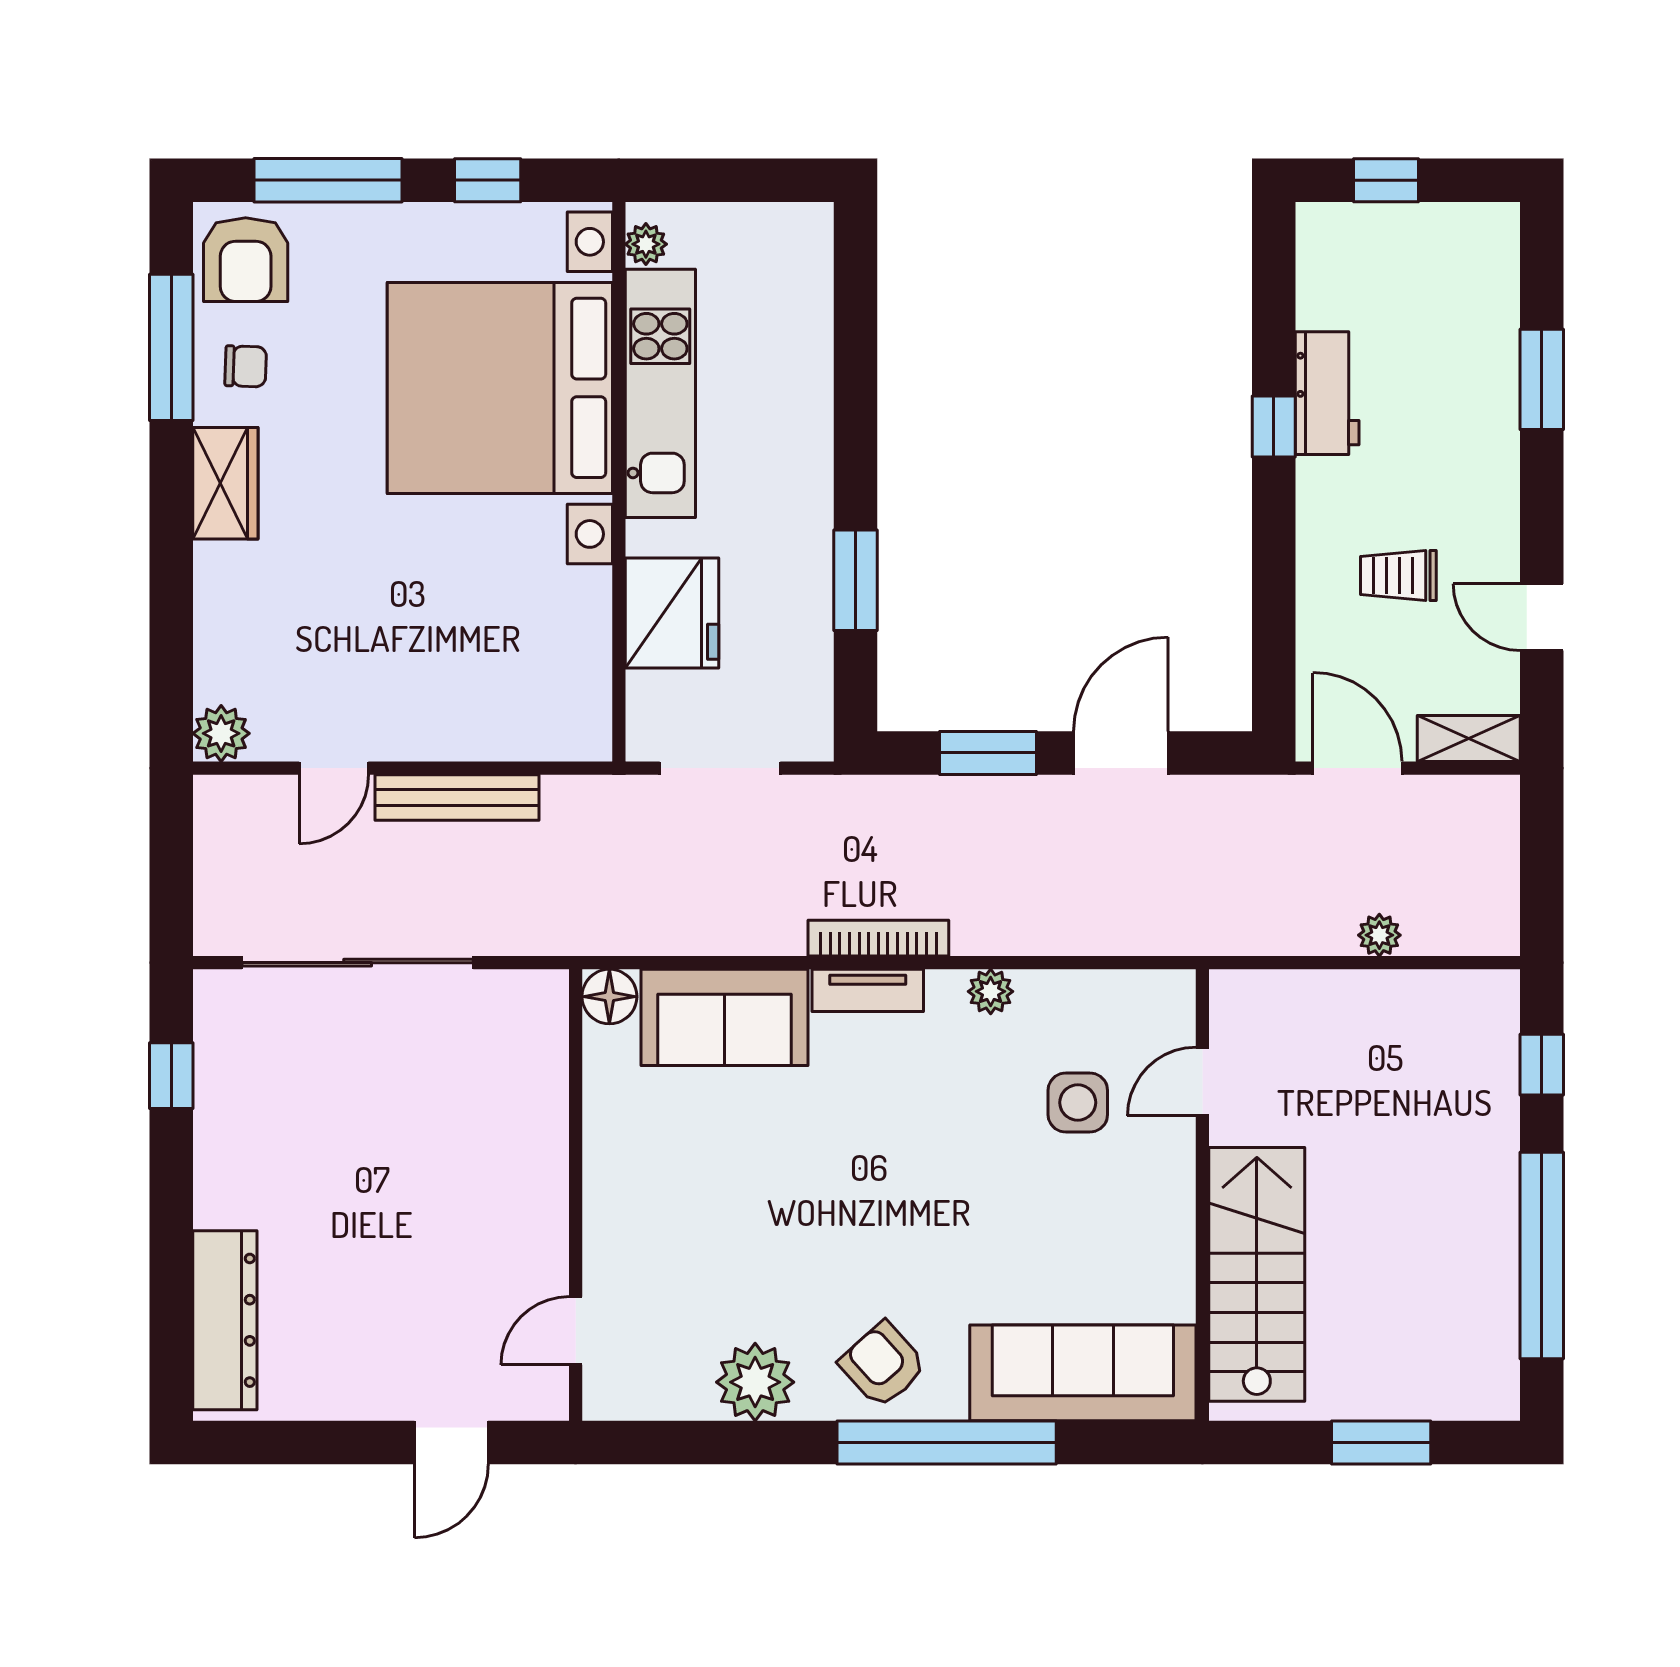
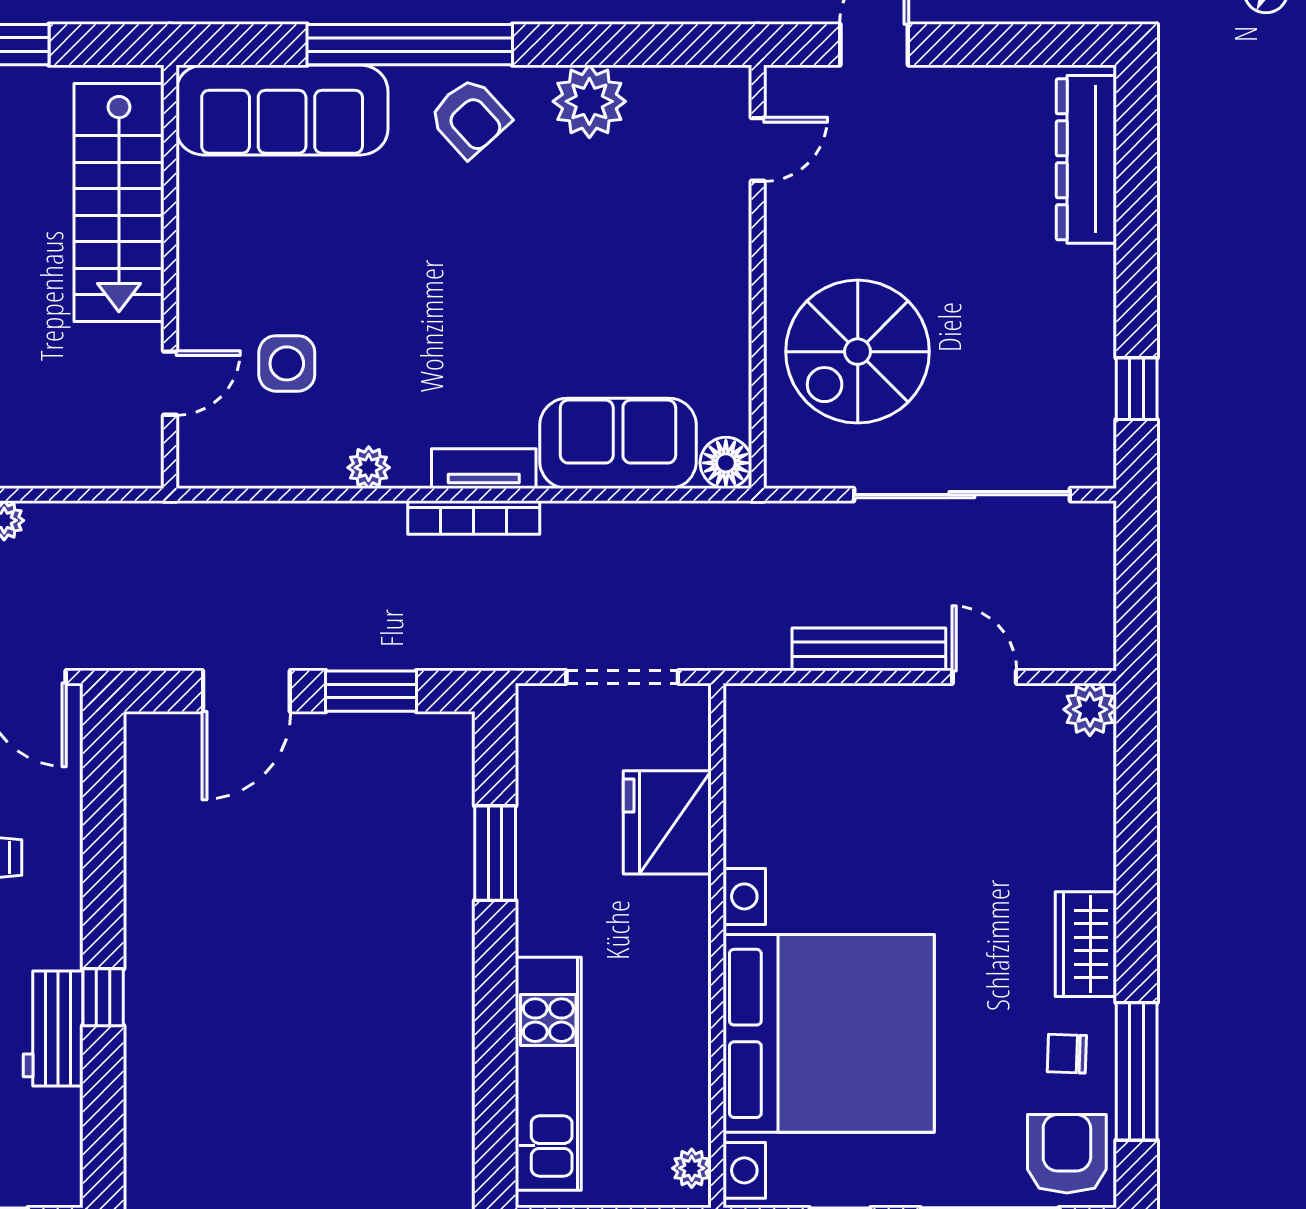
kitchen unit: (660, 393) -> (548, 1074), moved, turned 180
door: (334, 768) -> (984, 677), hinge flipped
spiral stairs: (469, 1115) -> (858, 352), added

